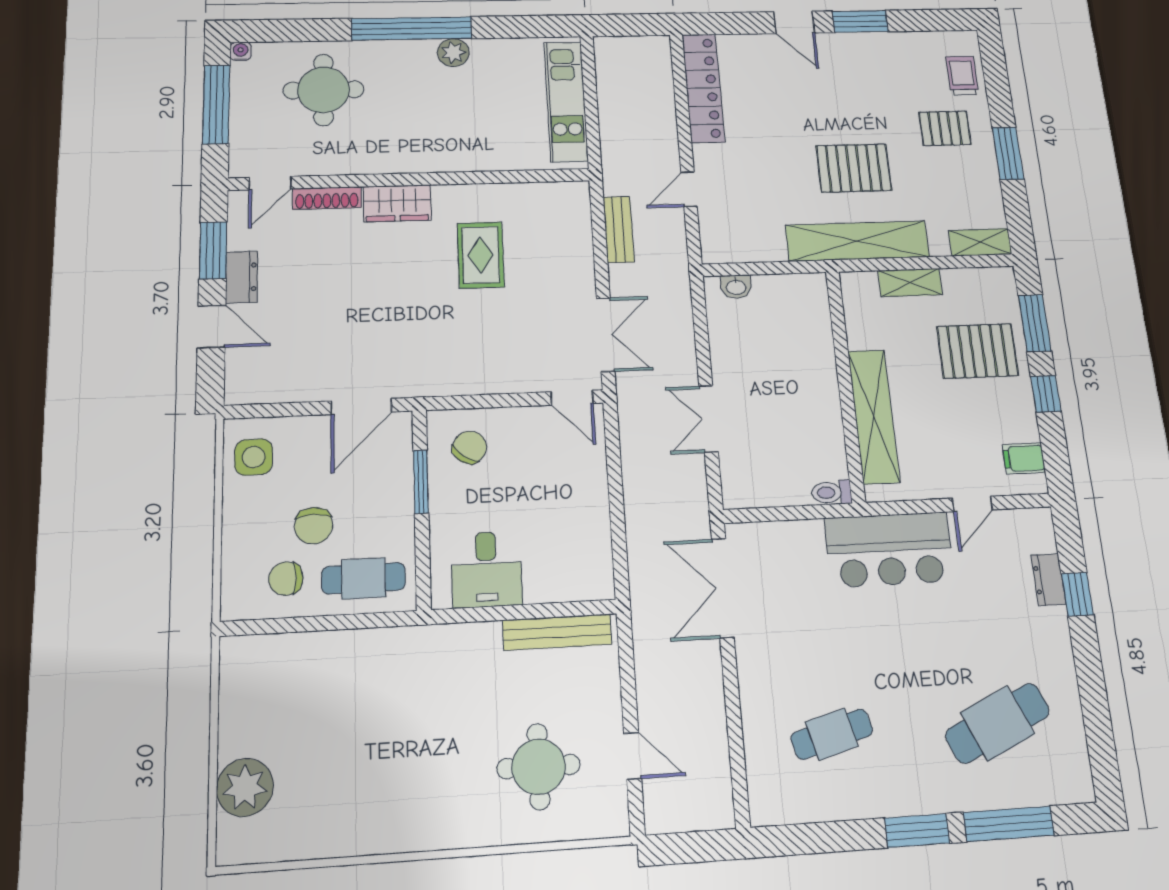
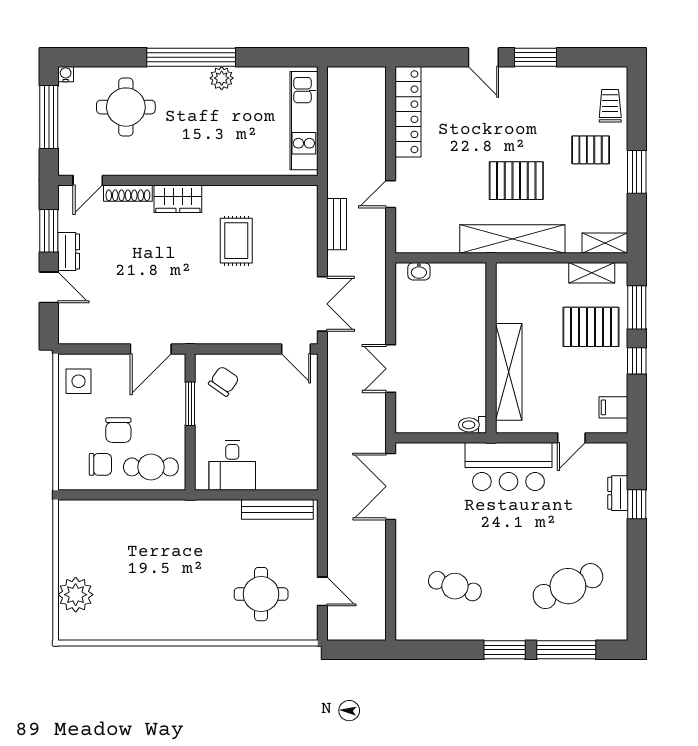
shelving: (910, 283) -> (592, 273), moved
chair: (286, 579) -> (100, 464), turned 180
cafe table: (832, 734) -> (455, 586), turned 33

